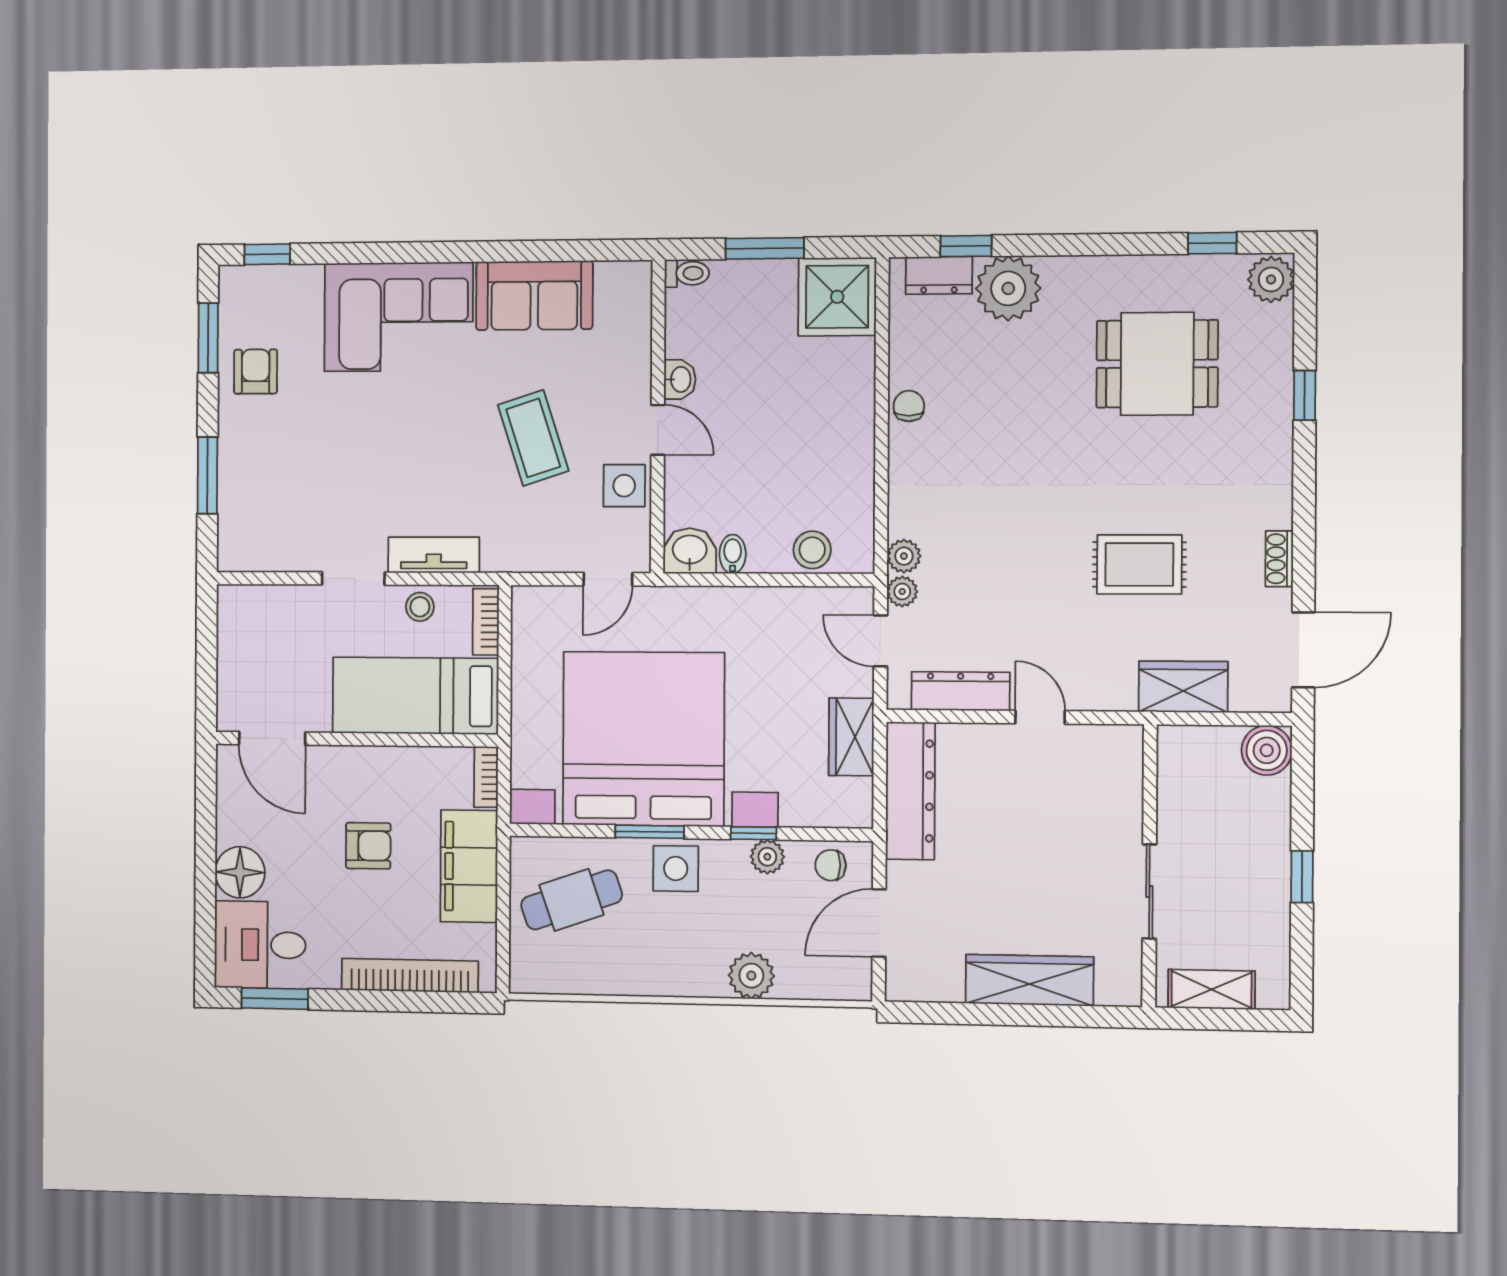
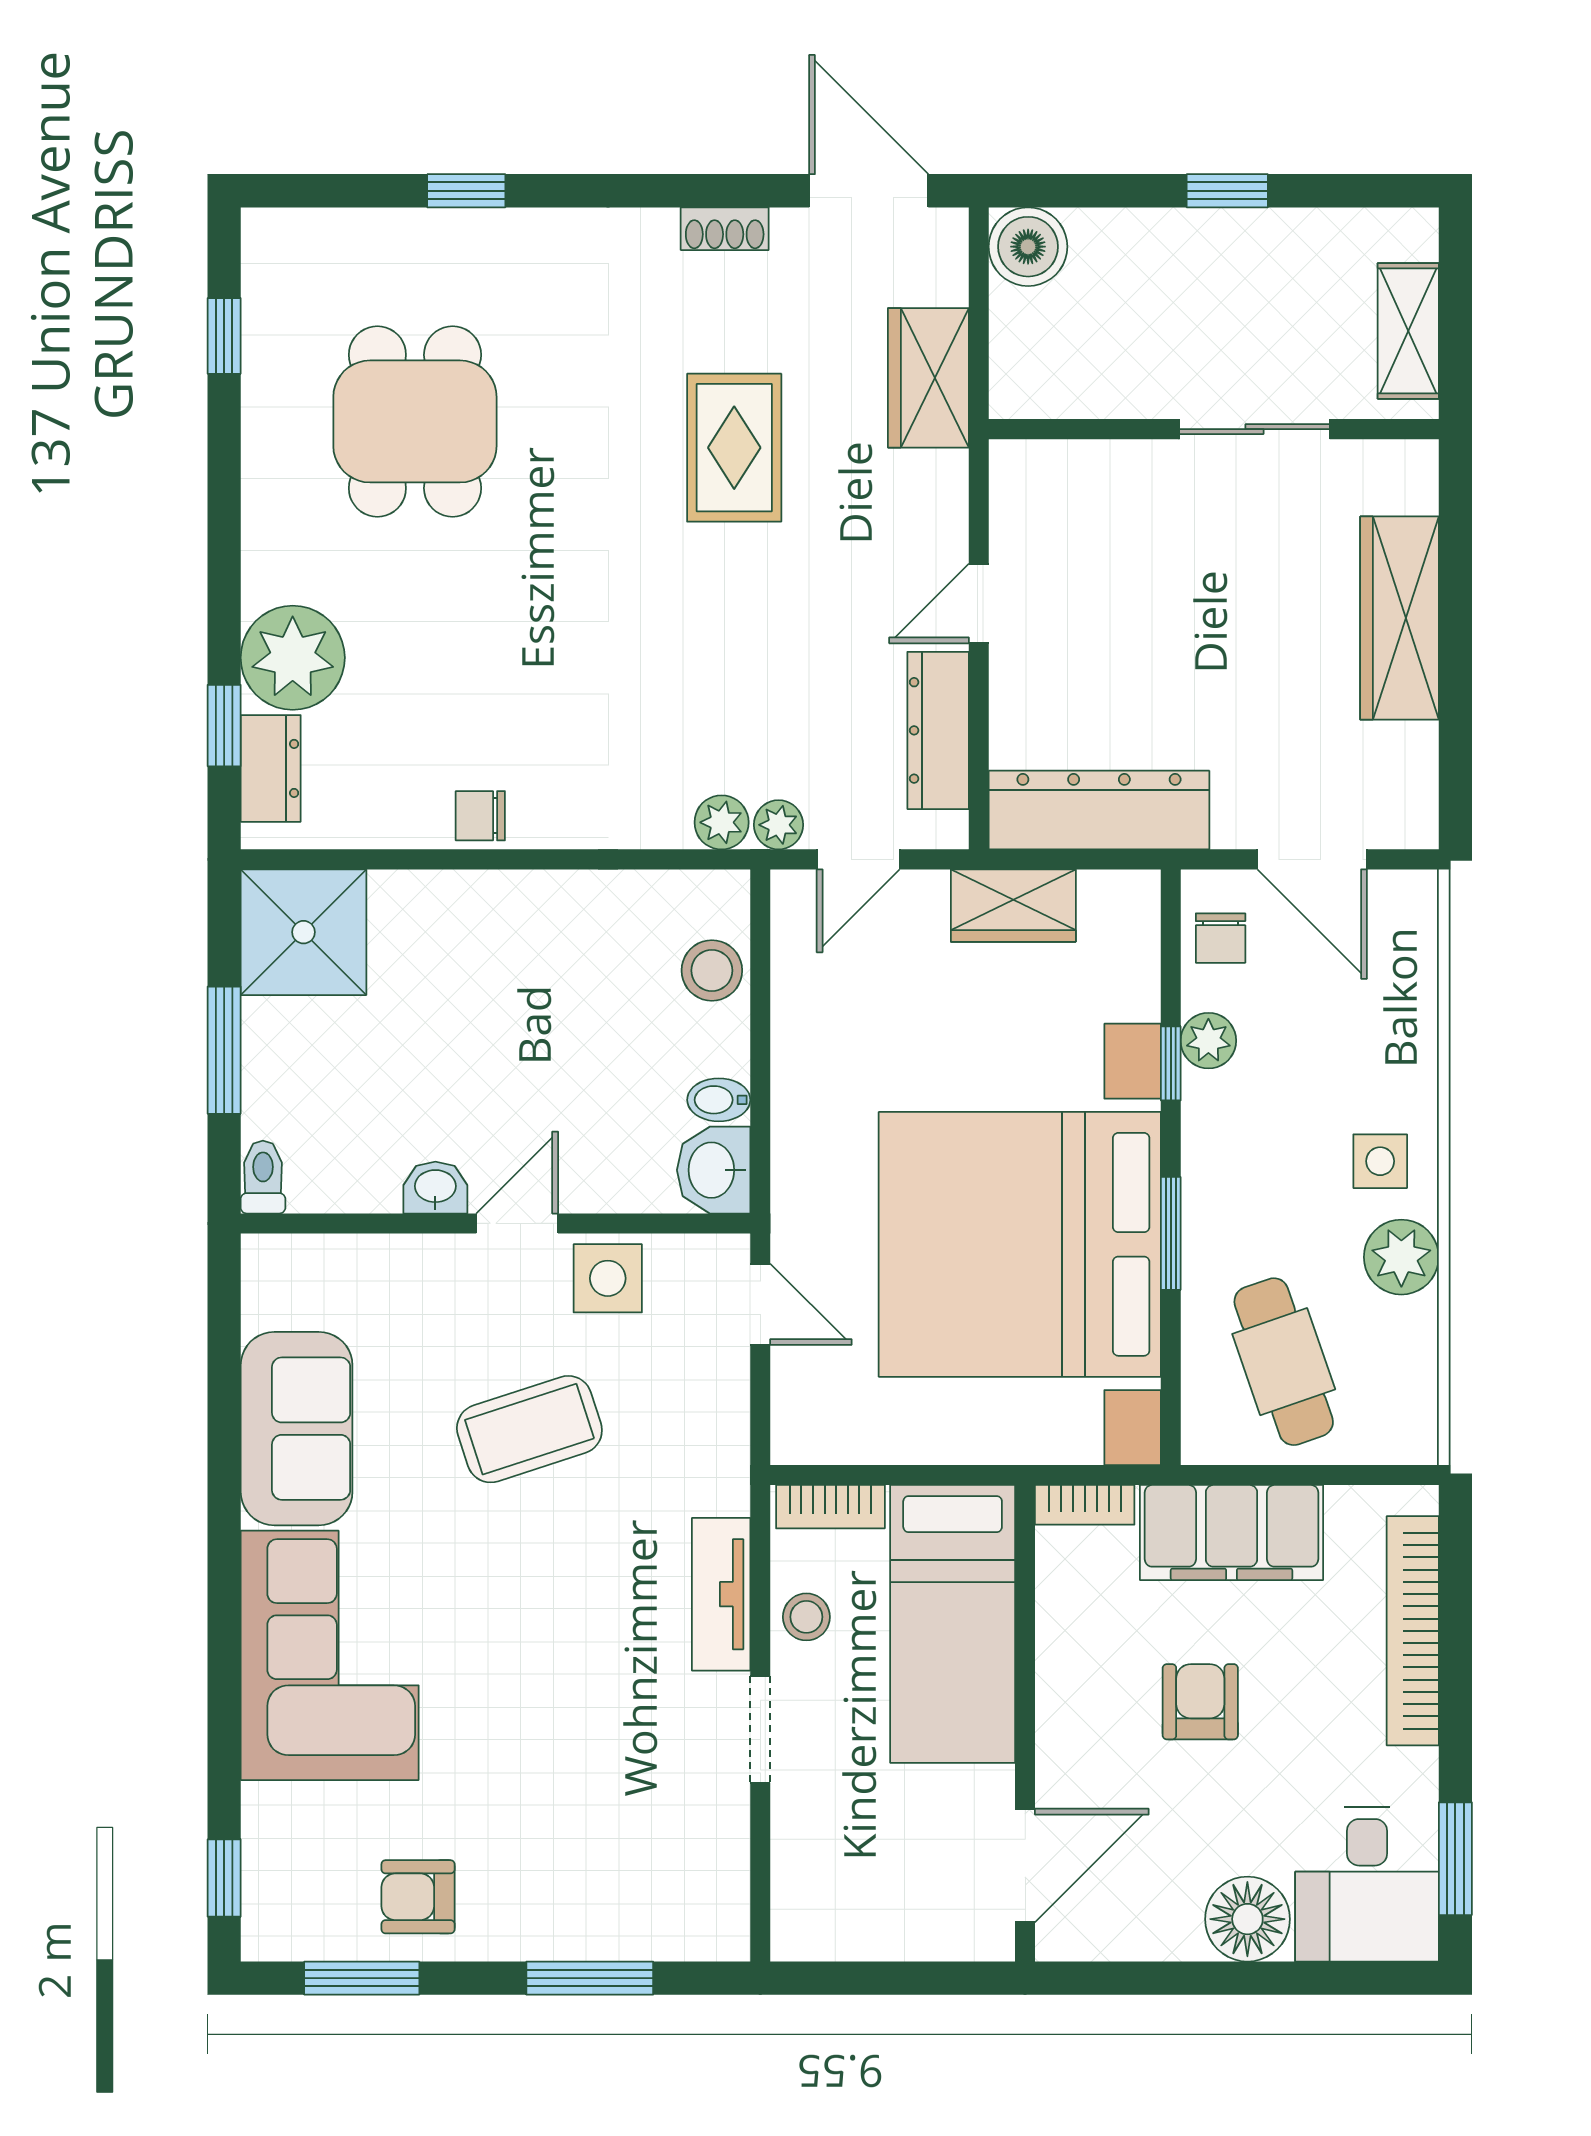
plant: (1271, 279) -> (283, 244), removed
side table: (676, 868) -> (1380, 1161), moved, width x0.73, depth x0.73
plant: (751, 976) -> (1401, 1257), moved

